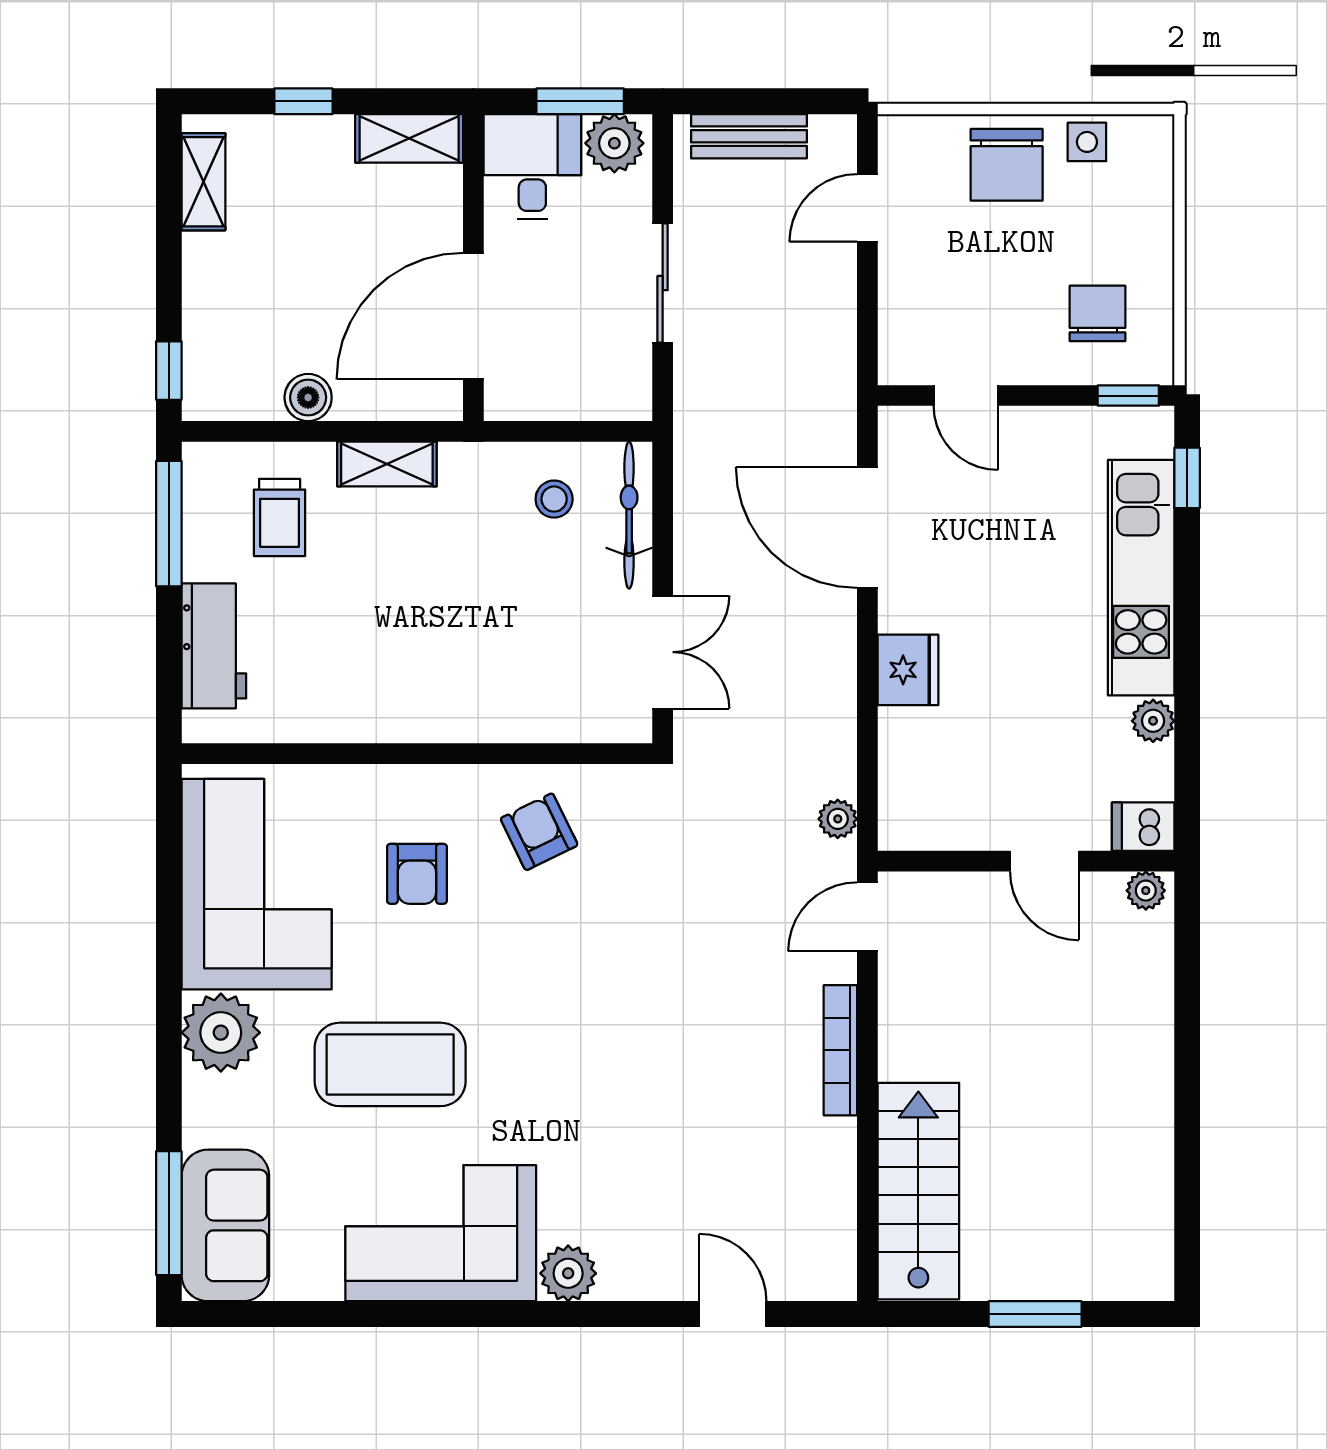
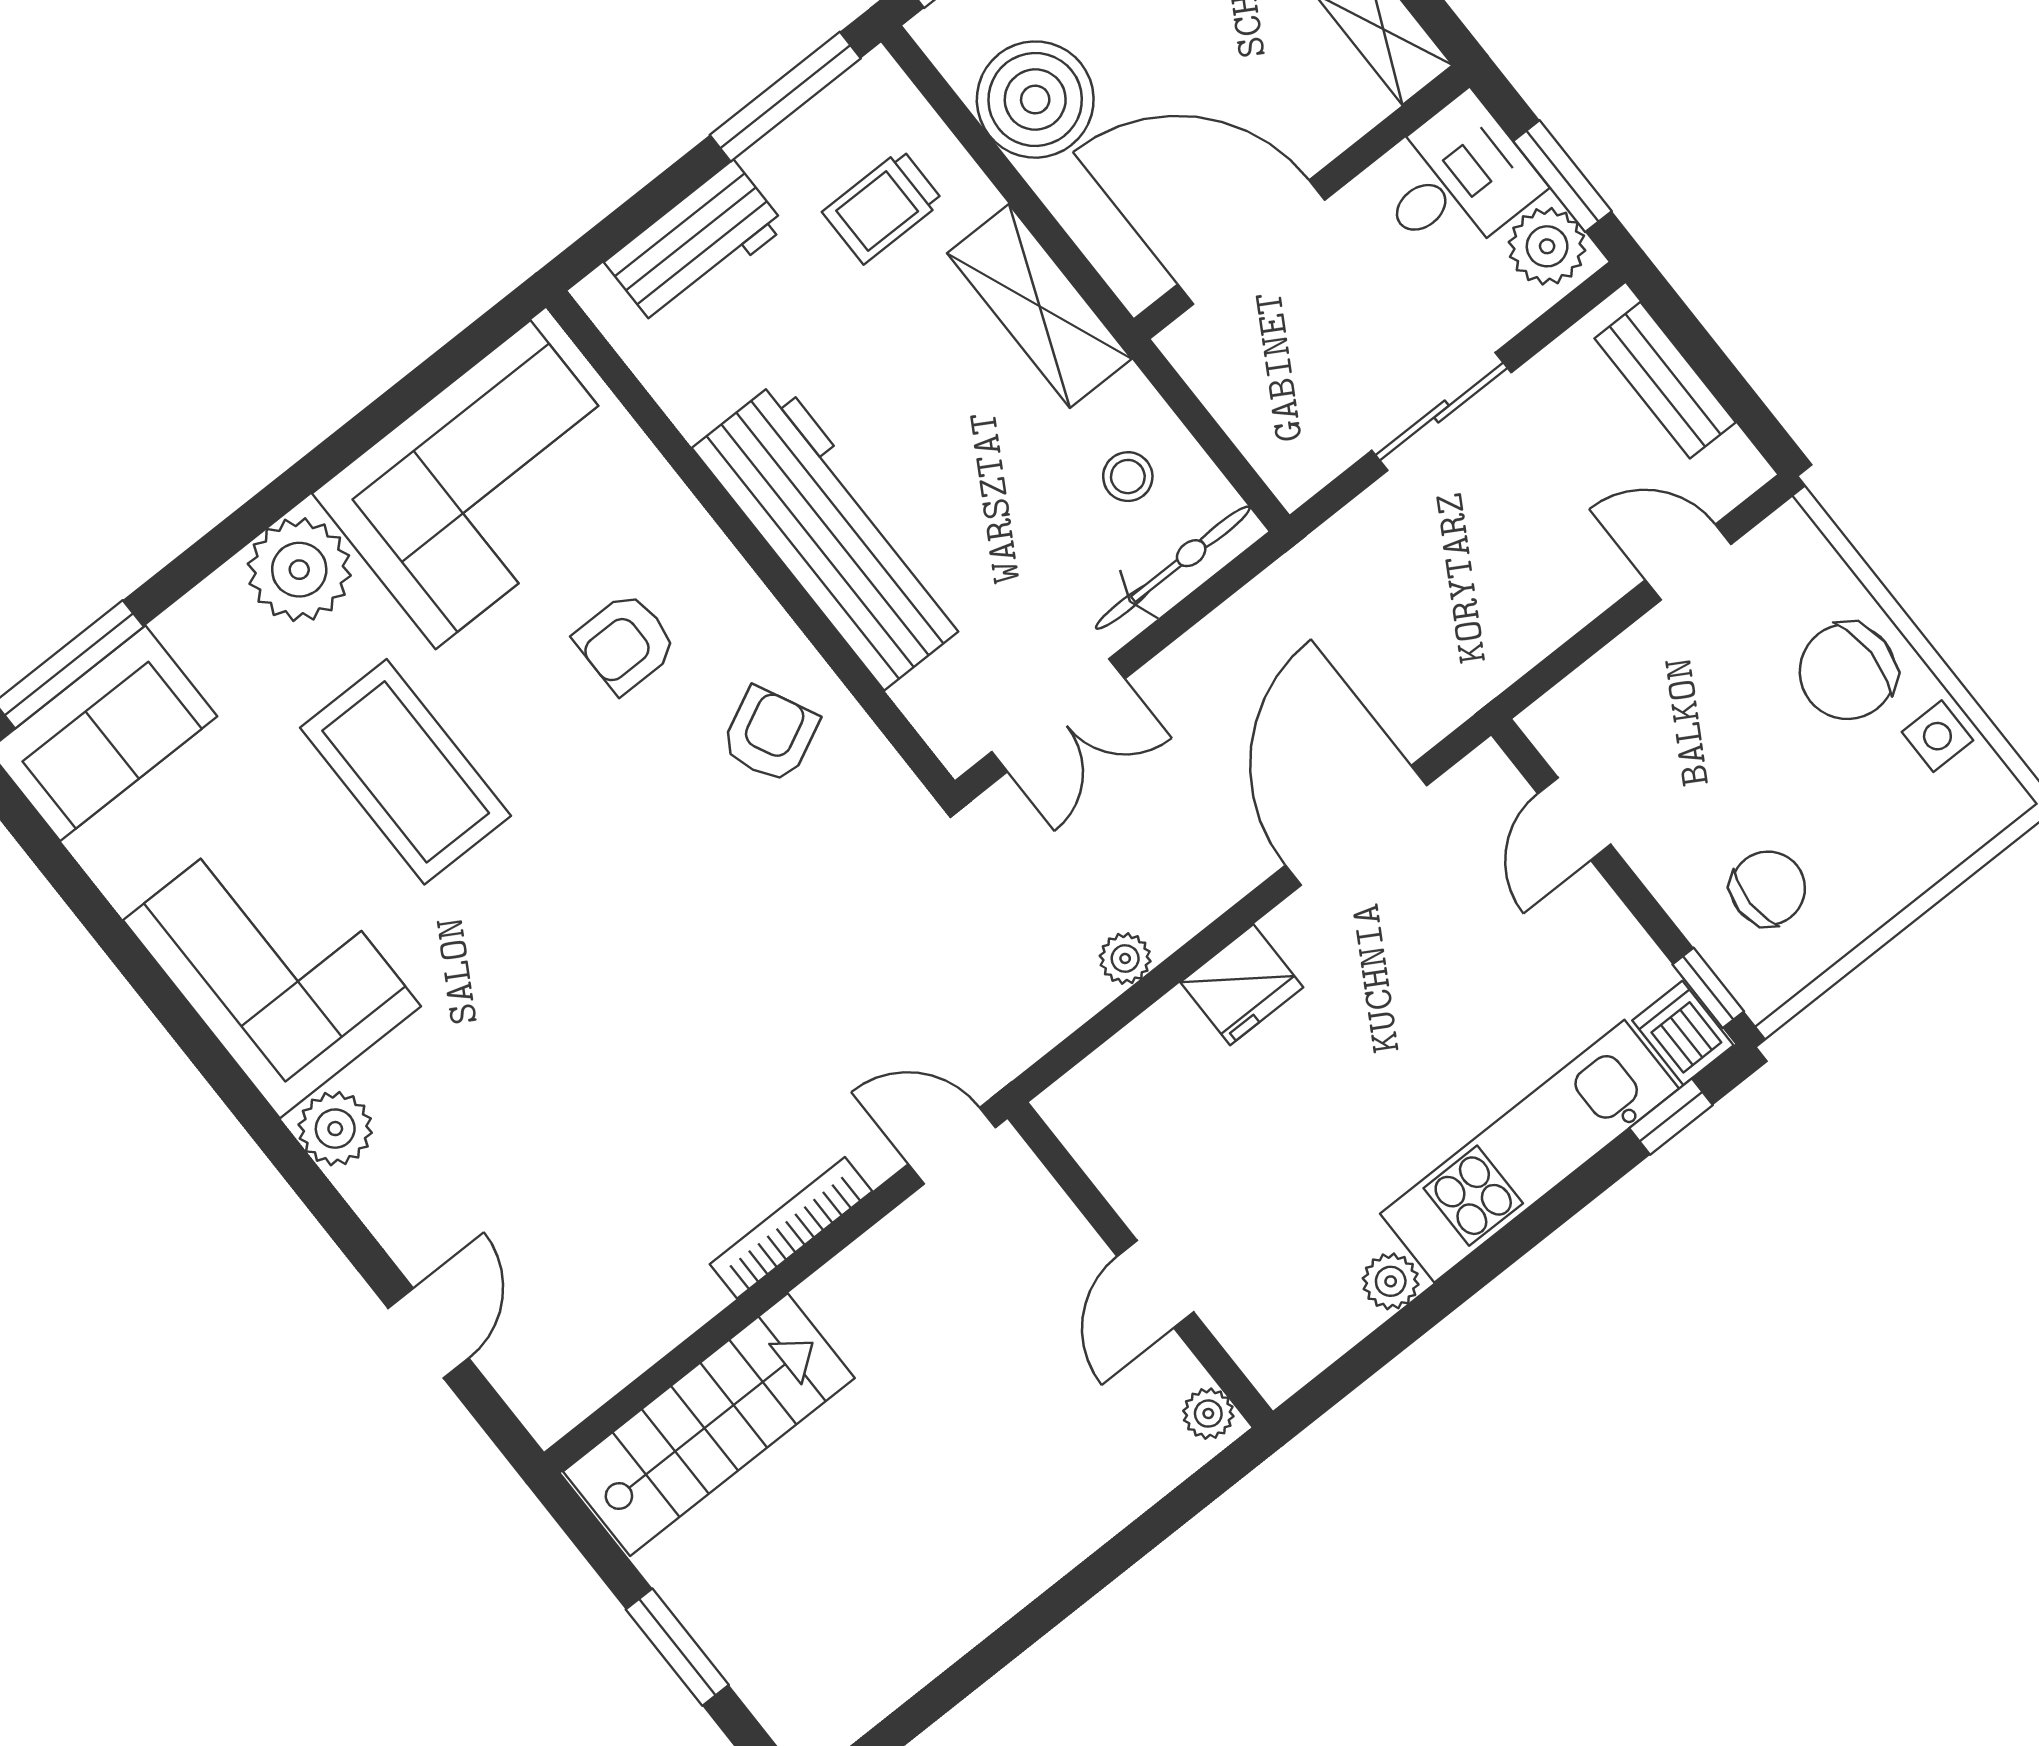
boiler: (308, 397) -> (1035, 100), width x1.86, depth x1.86
shelving: (387, 464) -> (1039, 306), width x1.50, depth x1.33
workbench: (450, 701) -> (832, 534), added
plant: (838, 819) -> (1125, 958), moved
dishwasher: (1143, 827) -> (1683, 1033), moved

